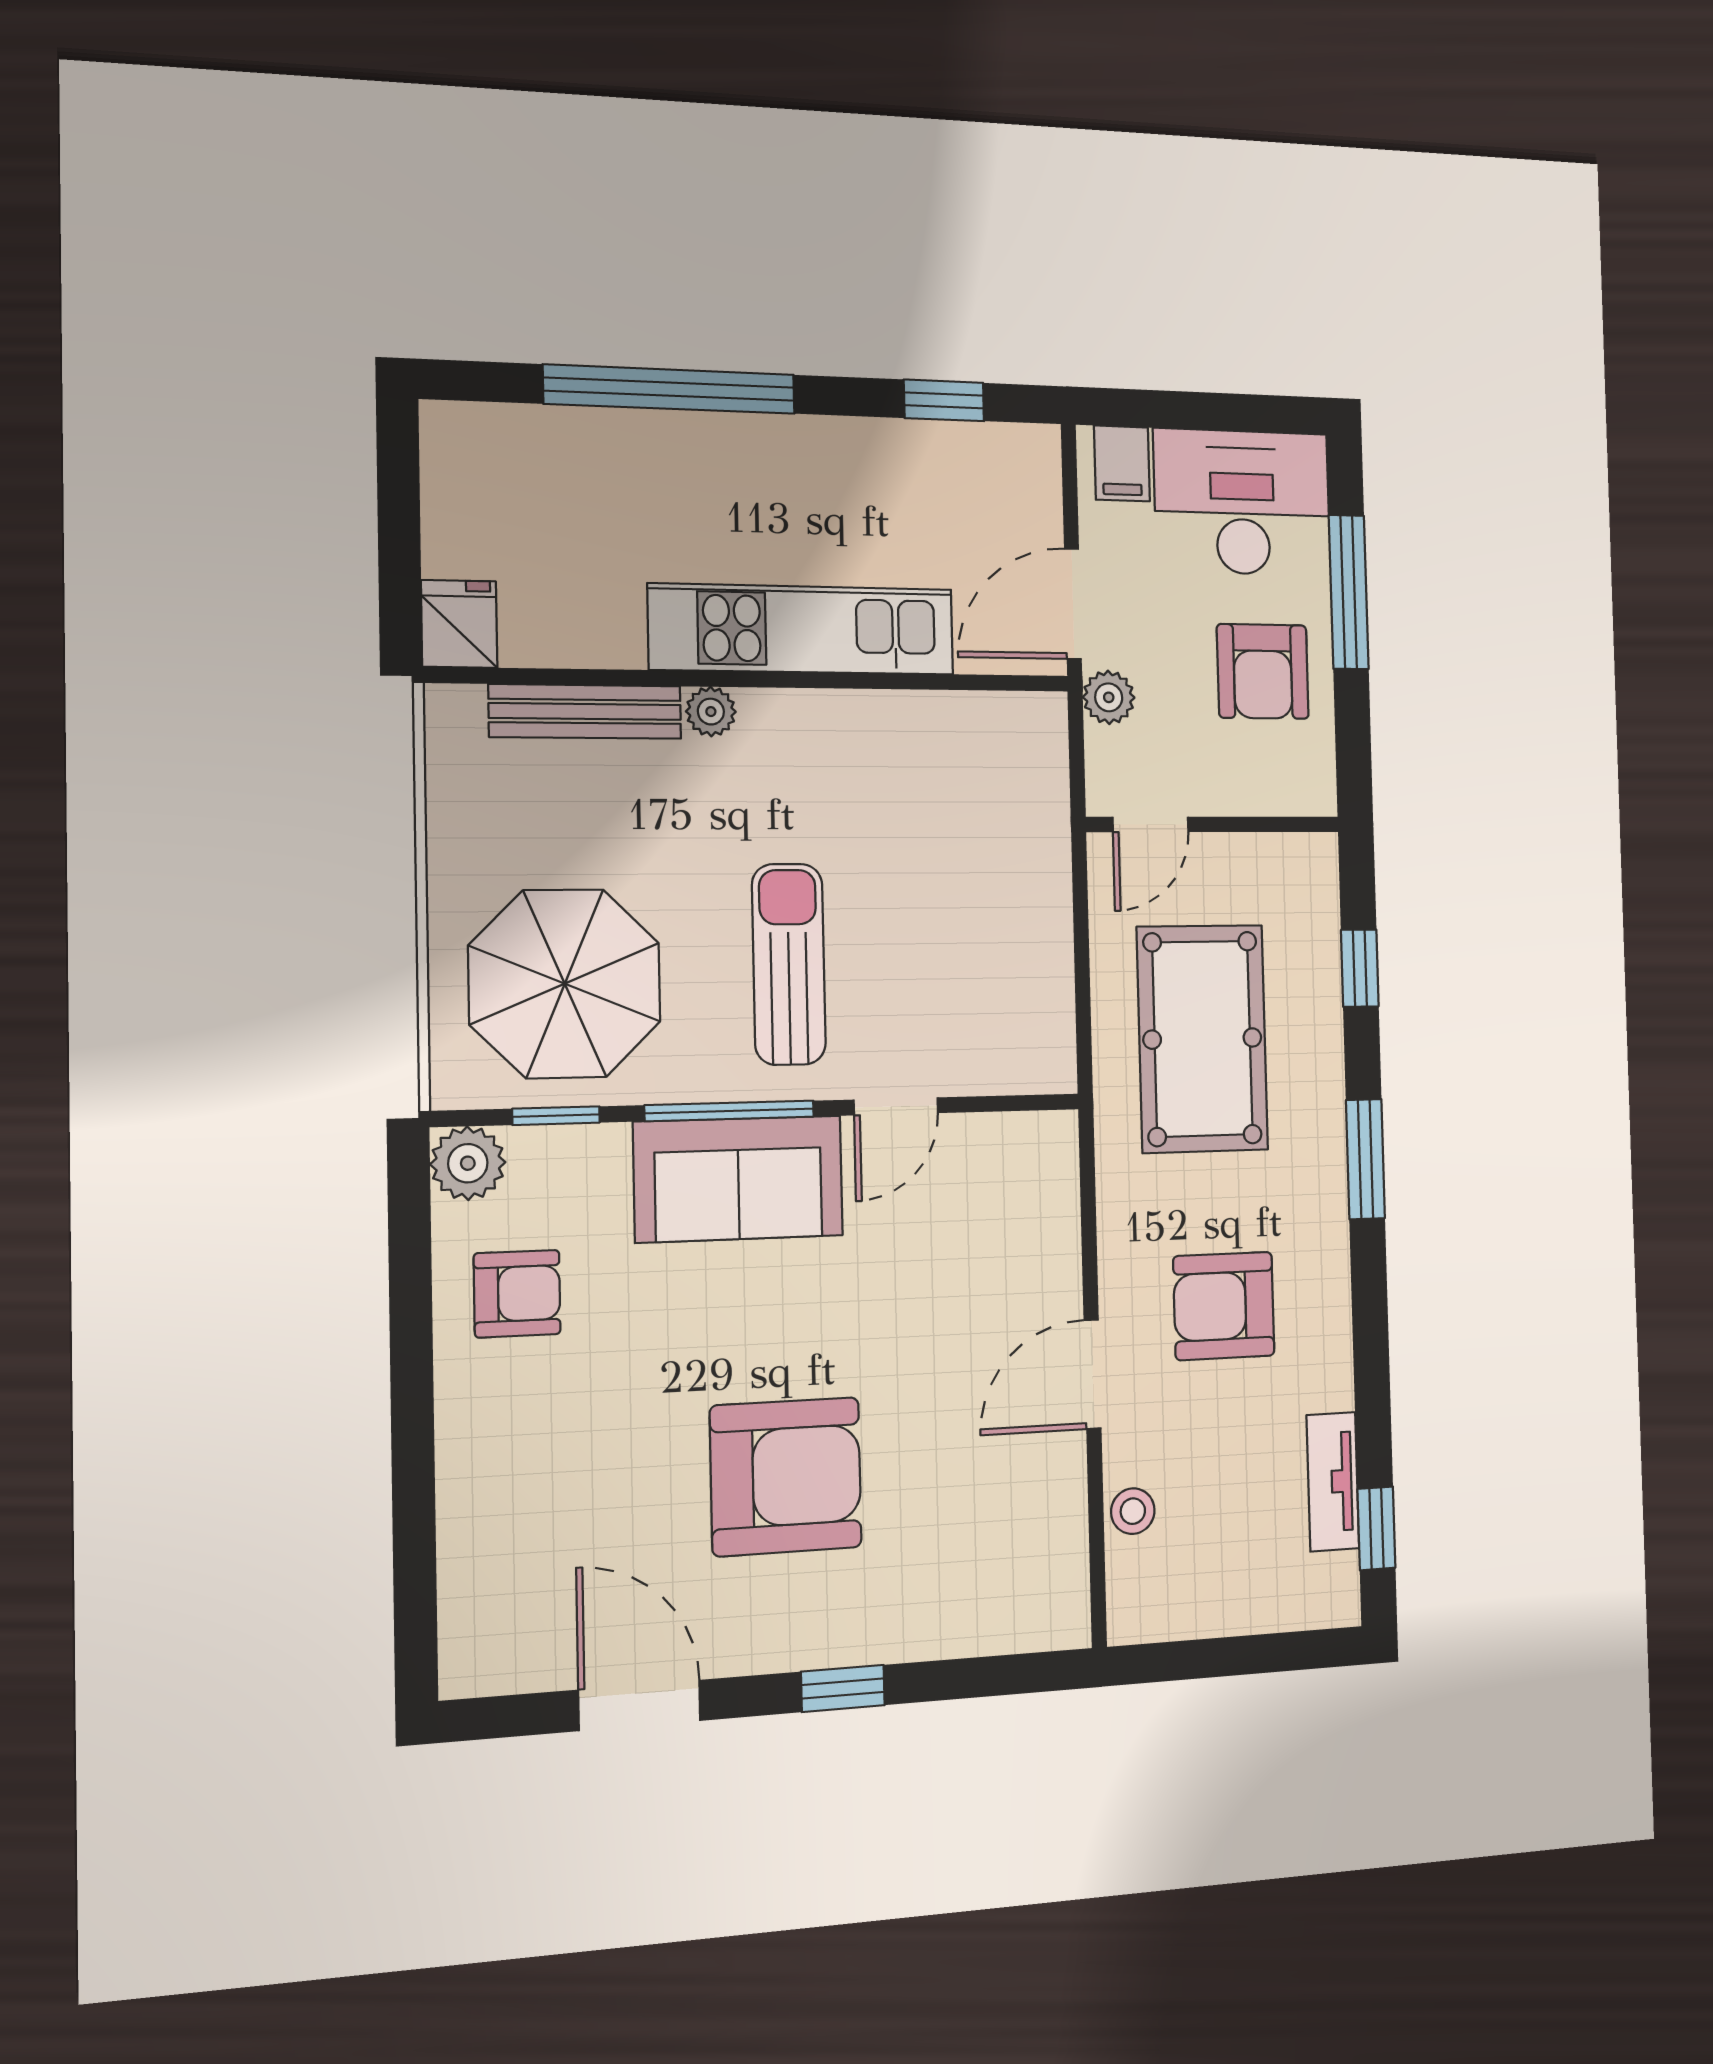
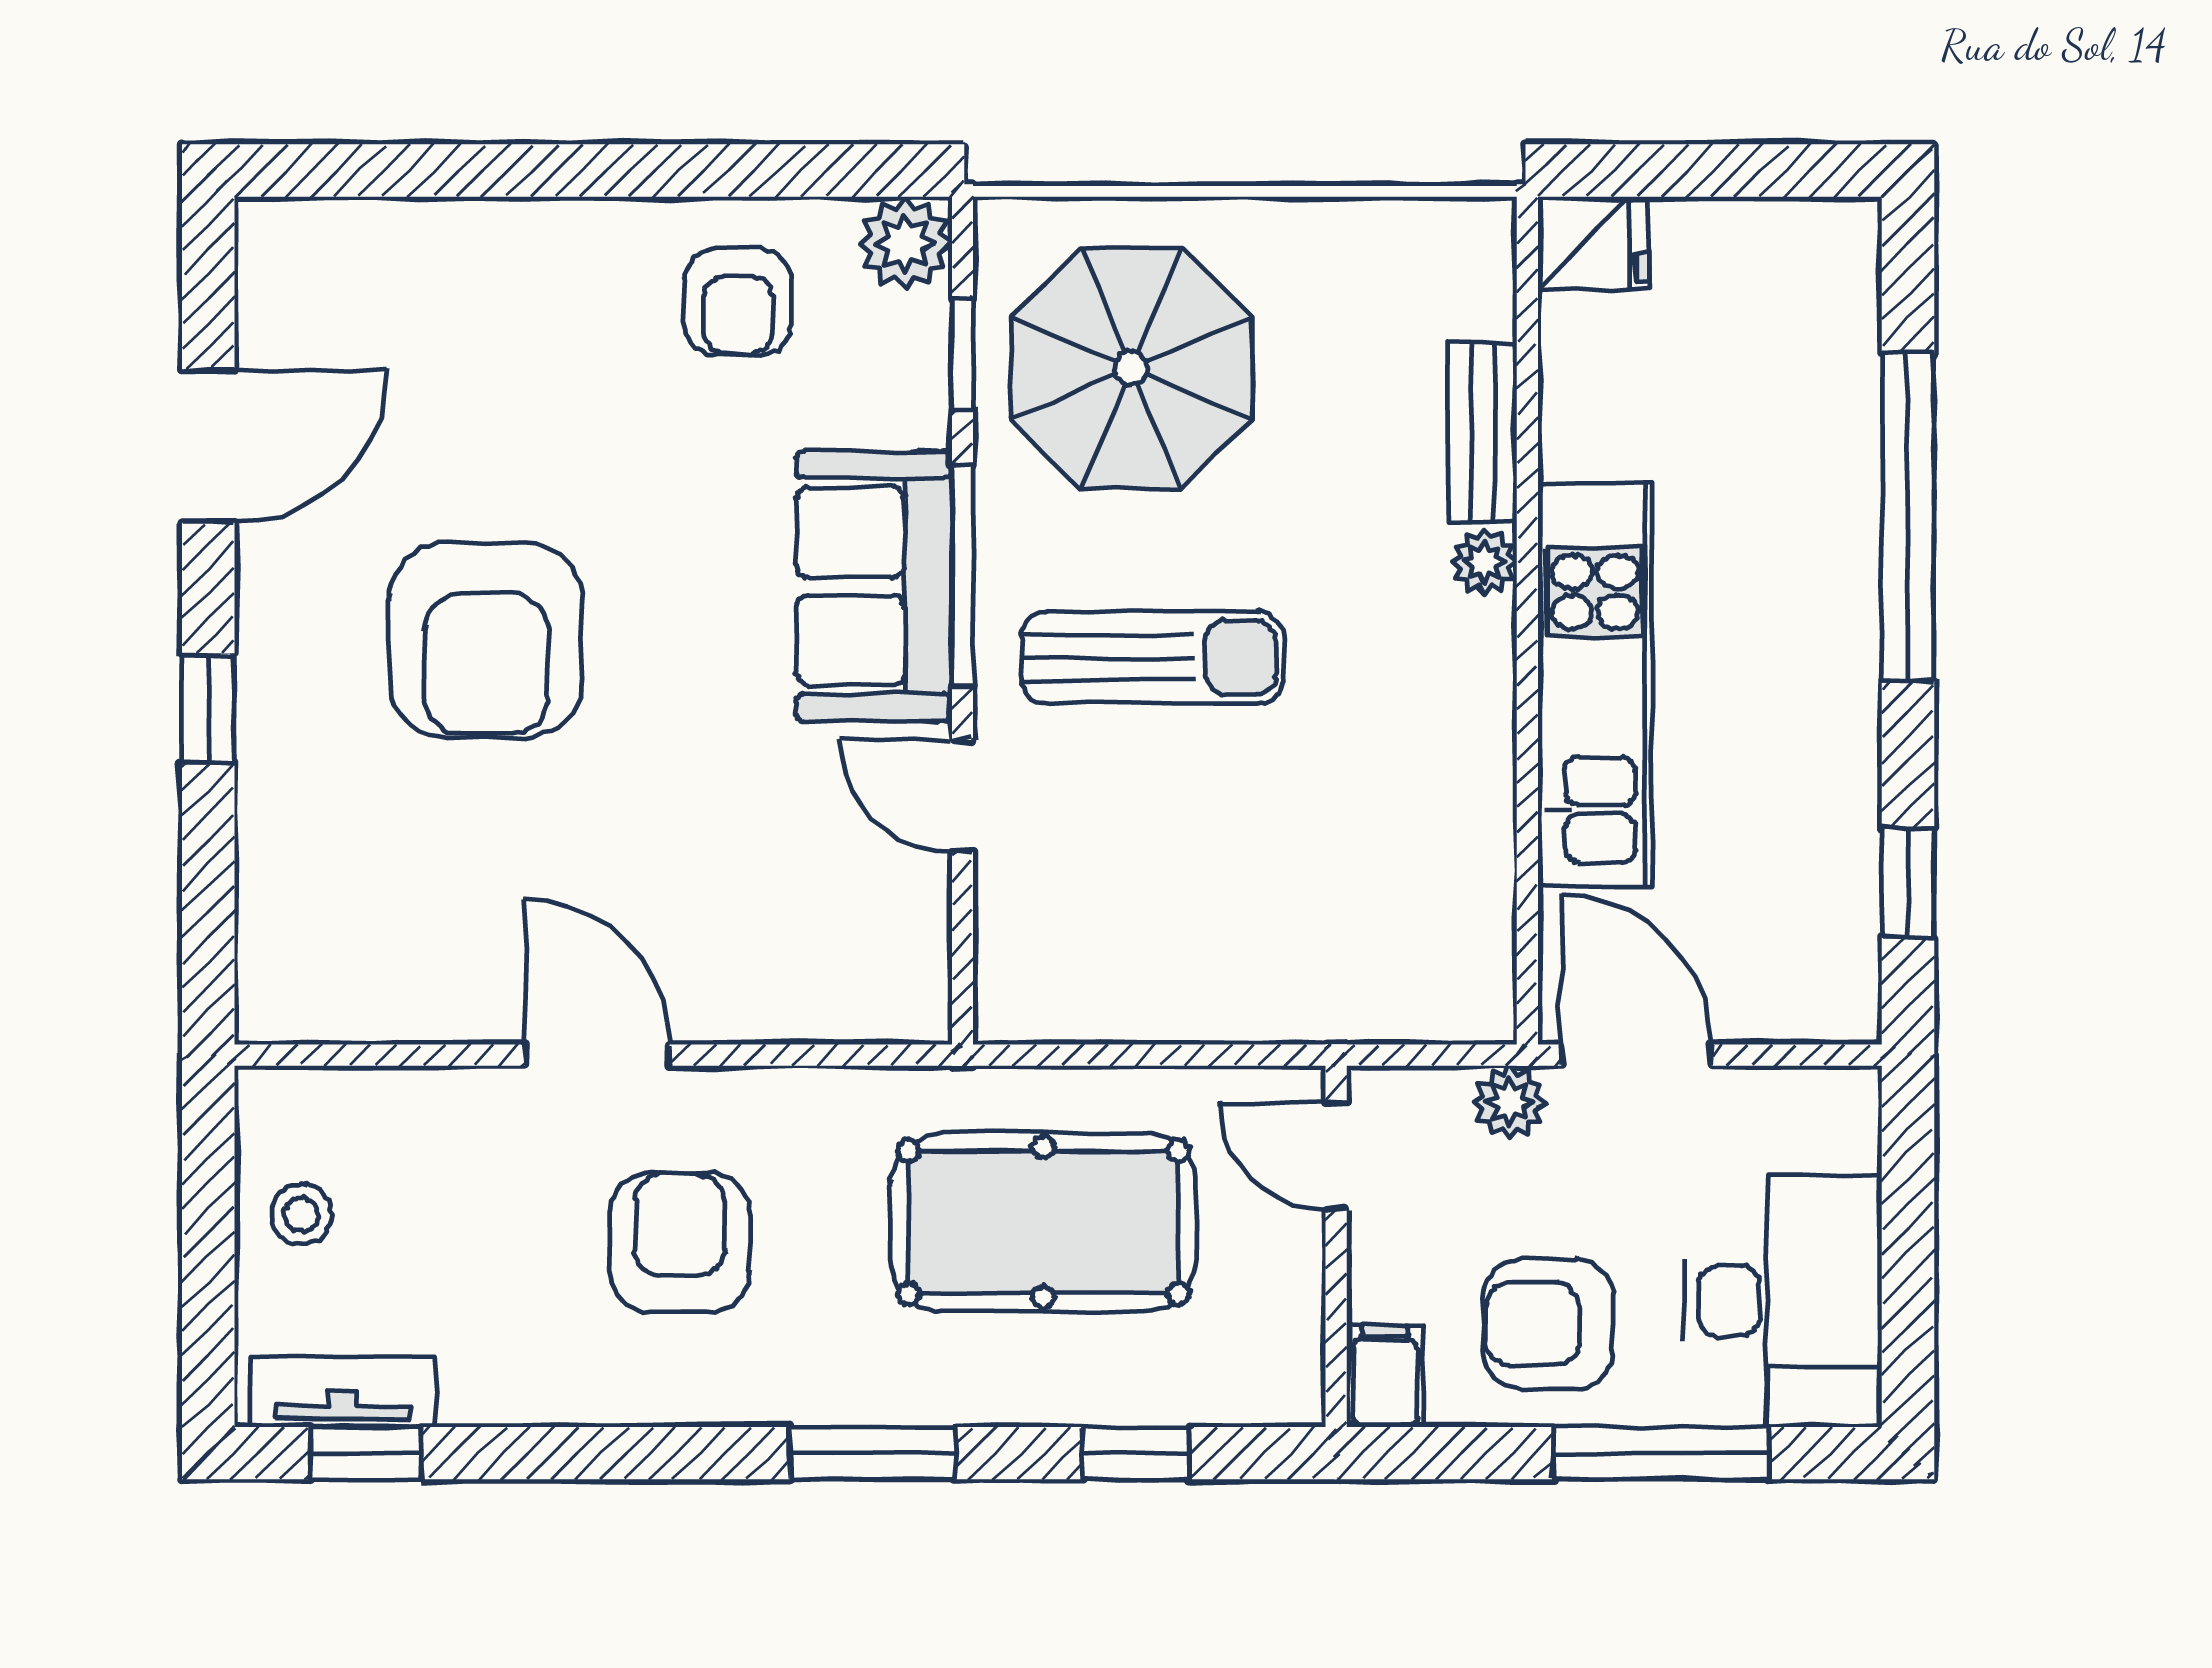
filing cabinet: (1122, 463) -> (1385, 1376), moved, turned 90
bench: (585, 711) -> (1483, 433), width x0.73
tv unit: (1333, 1482) -> (343, 1392), moved
stool: (1133, 1511) -> (301, 1214), moved

